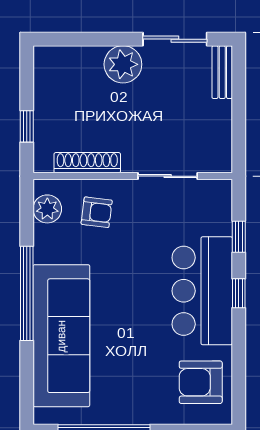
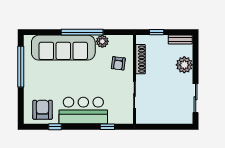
plant: (123, 64) -> (184, 65), moved
bench: (222, 72) -> (180, 40), moved
plant: (47, 209) -> (102, 41), moved
window: (239, 293) -> (55, 127), moved

